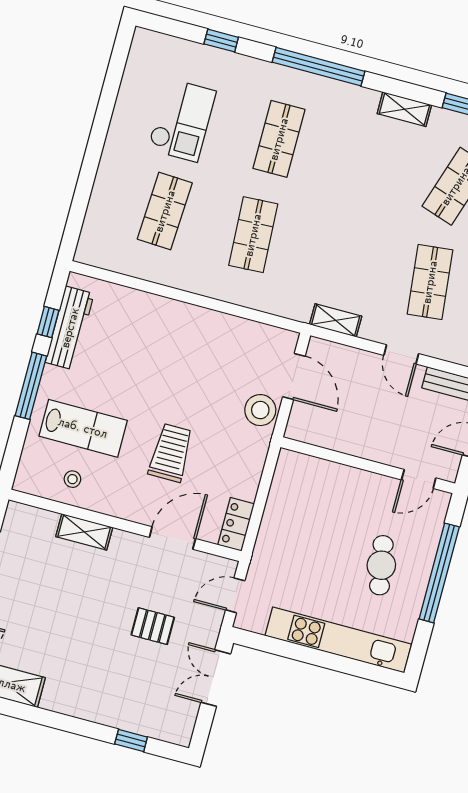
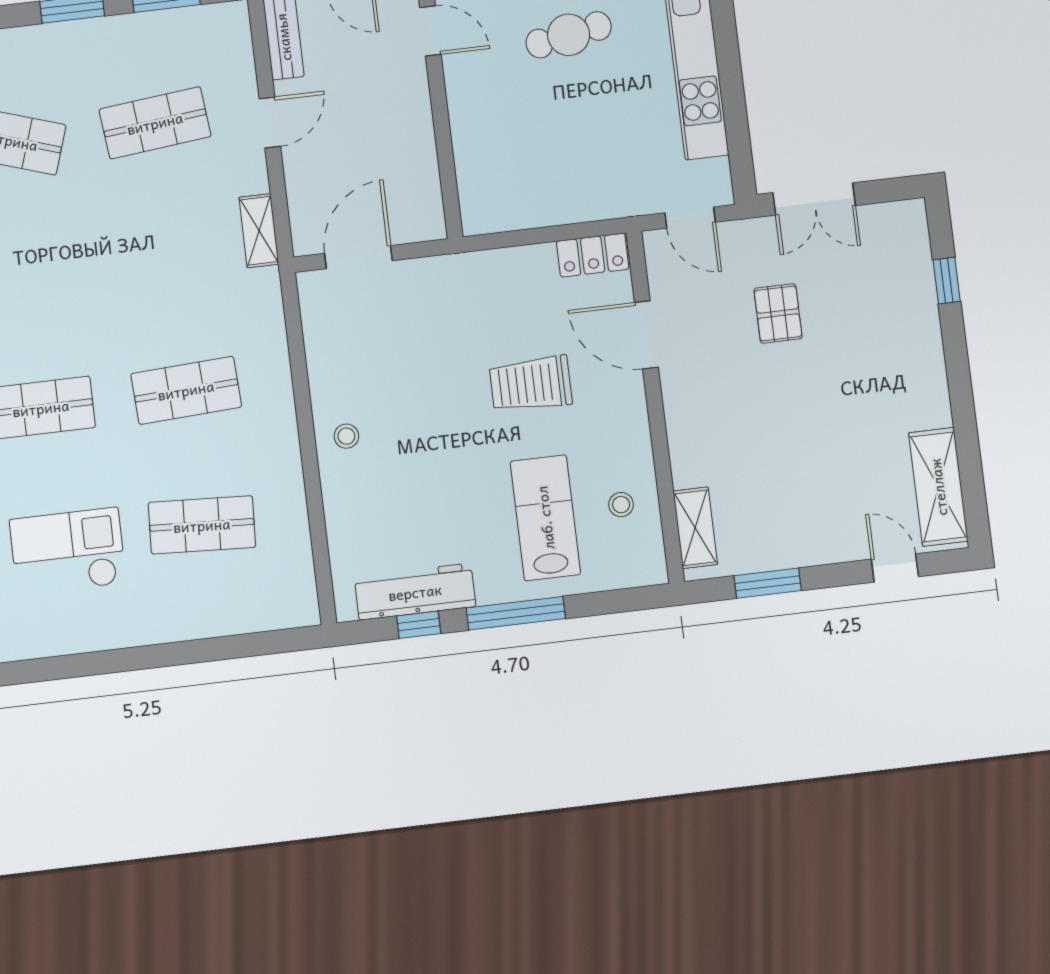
stool: (260, 410) -> (346, 436), moved, width x0.53, depth x0.53
shelving: (84, 532) -> (695, 528), moved

